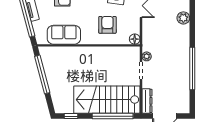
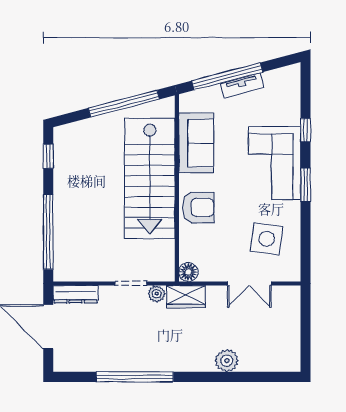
armchair: (107, 25) -> (198, 207), moved
wardrobe: (148, 40) -> (186, 297), added
stairs: (107, 100) -> (150, 178), moved, turned 180

